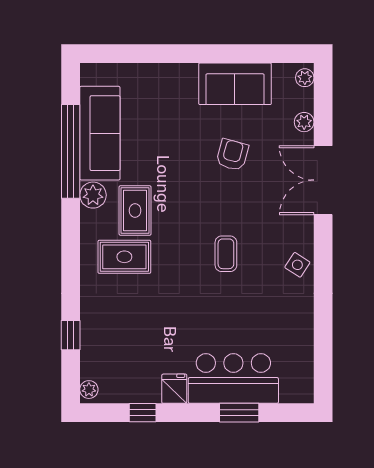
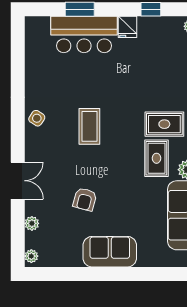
sofa: (235, 84) -> (110, 252), moved
double door: (323, 180) -> (18, 181), width x0.73
coffee table: (226, 254) -> (89, 126), width x1.36, depth x1.30

